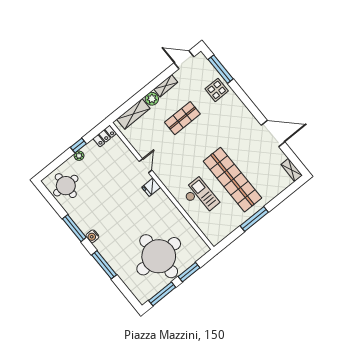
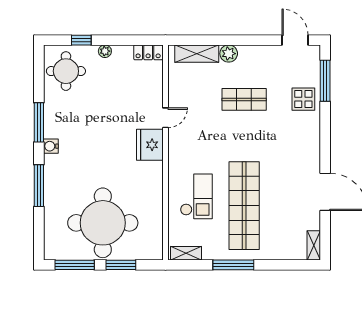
shelving: (166, 86) -> (186, 253), moved
window: (78, 145) -> (81, 40), moved
fridge: (151, 187) -> (150, 145), width x1.88, depth x1.34

